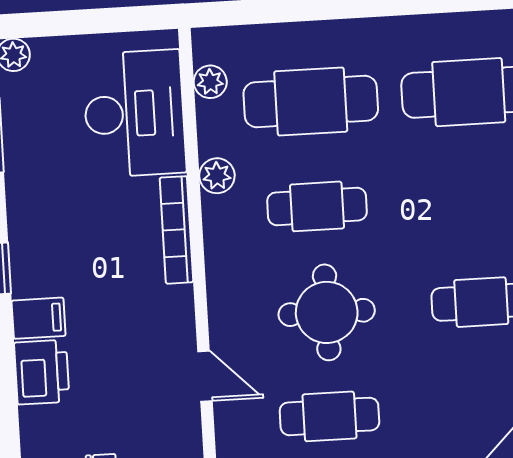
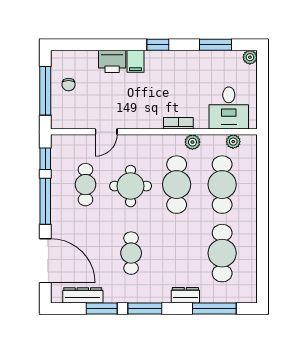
desk: (134, 114) -> (229, 108), width x0.73
cafe table: (317, 206) -> (177, 185), width x1.37, depth x1.35
bookcase: (176, 230) -> (178, 123), width x0.64

